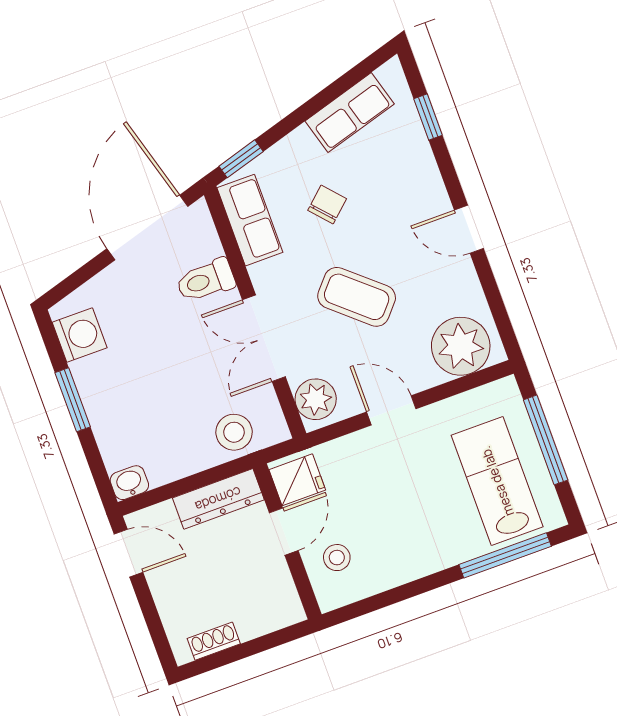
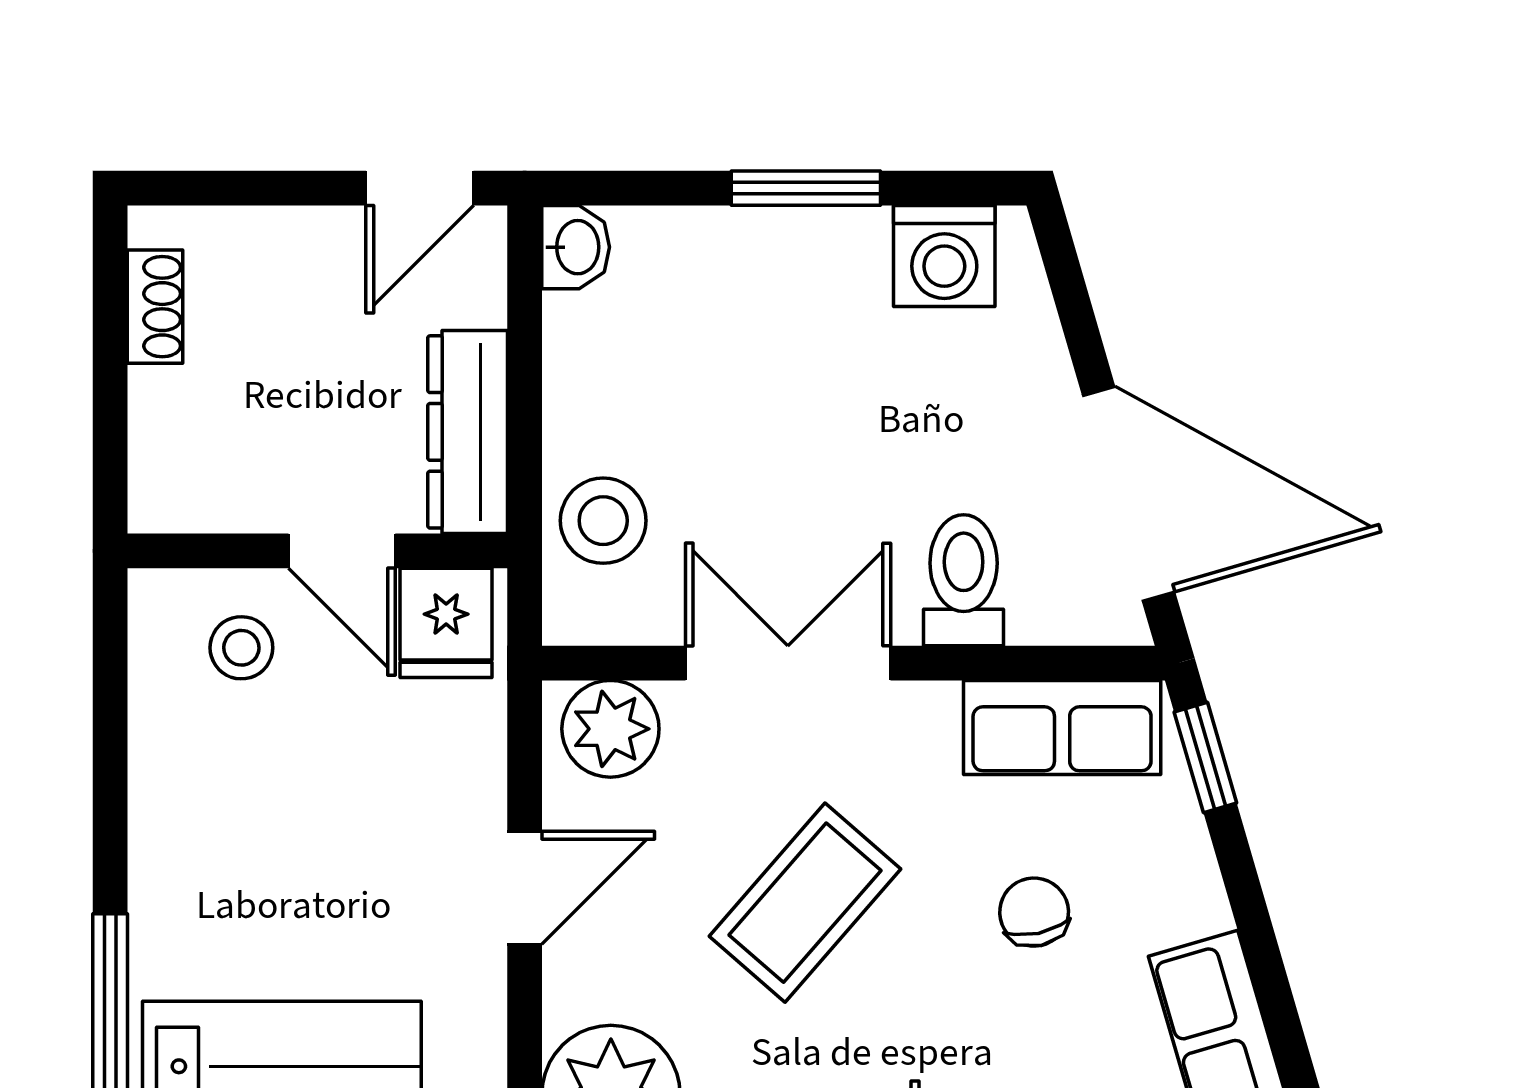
chair: (327, 204) -> (1034, 912), turned -150

